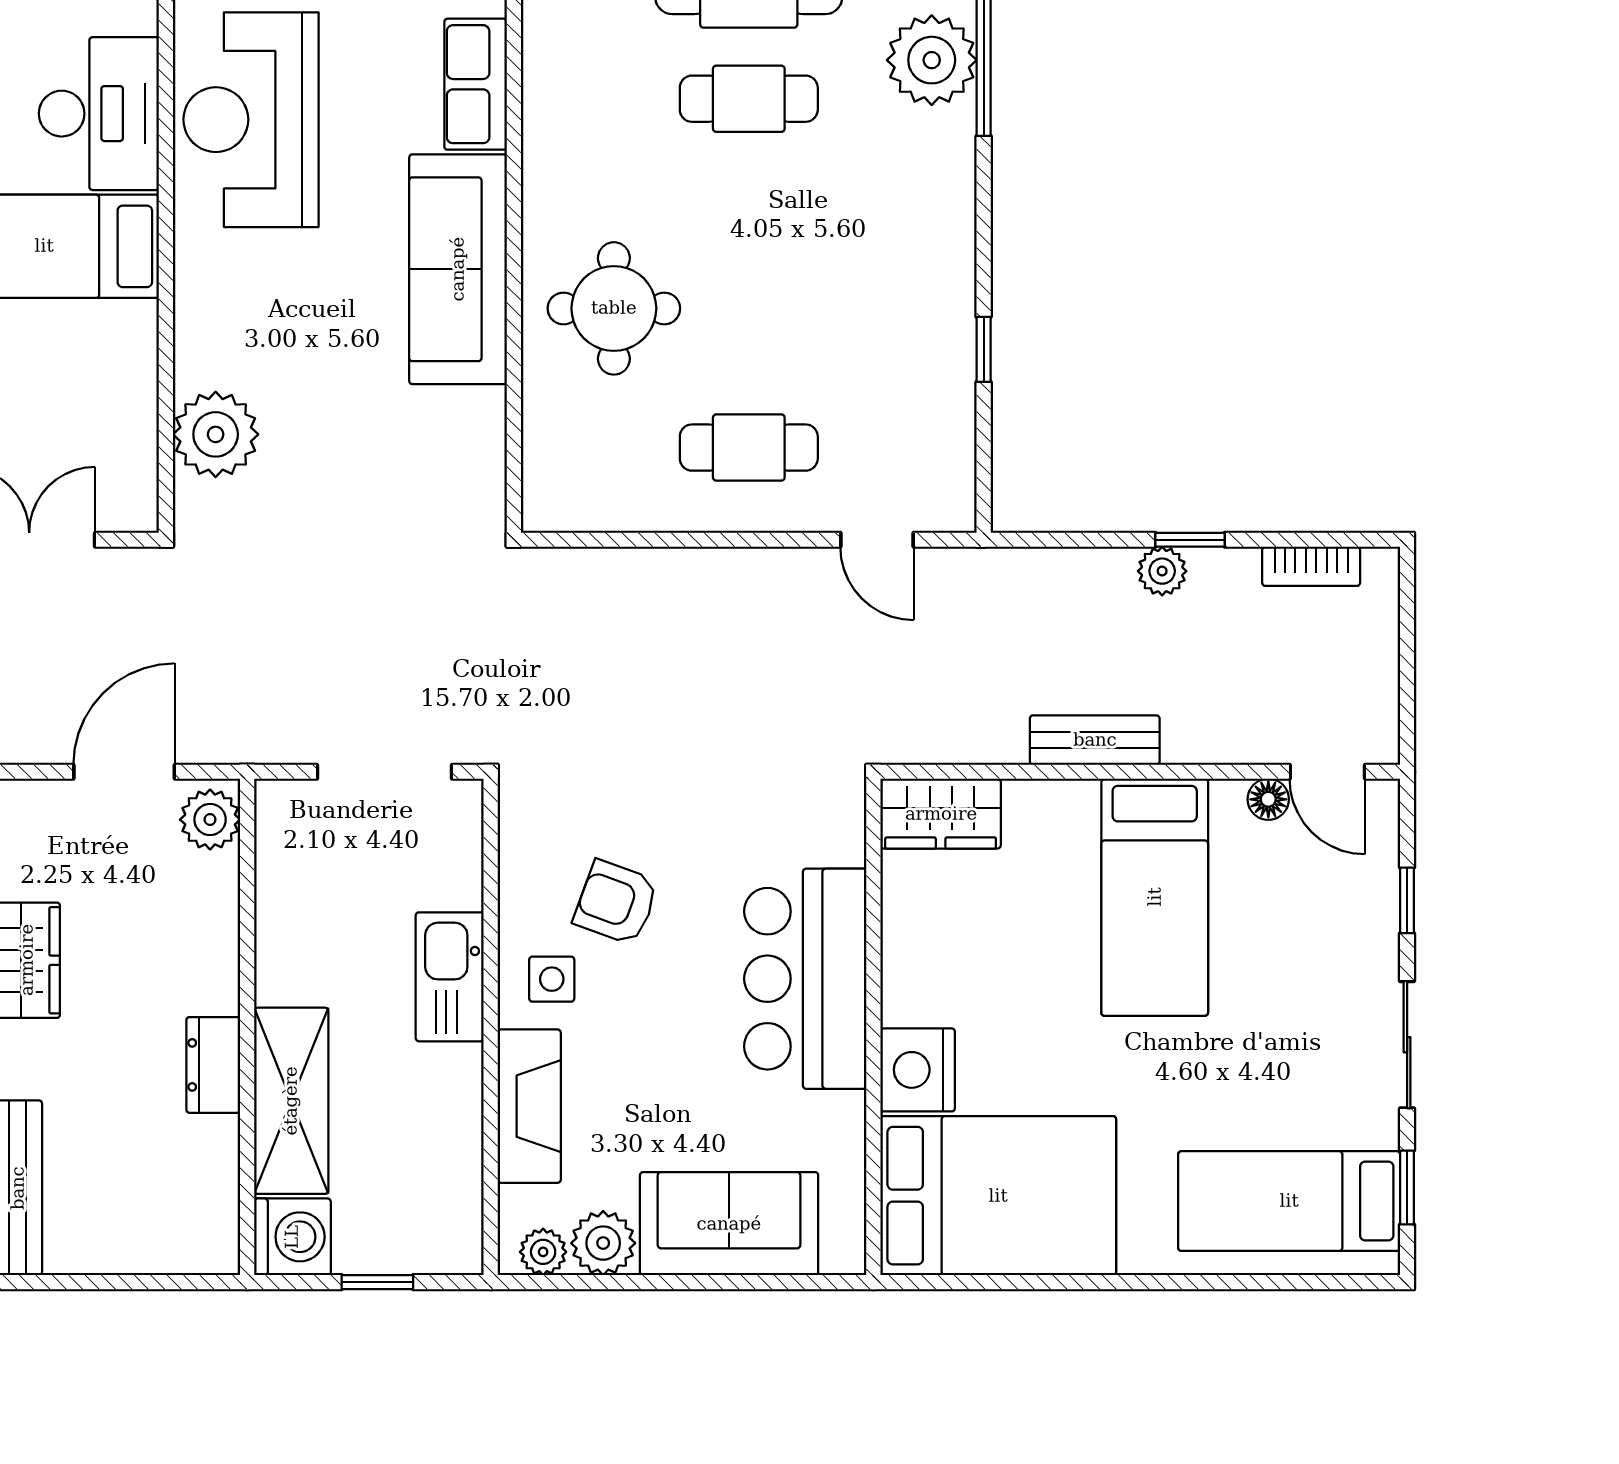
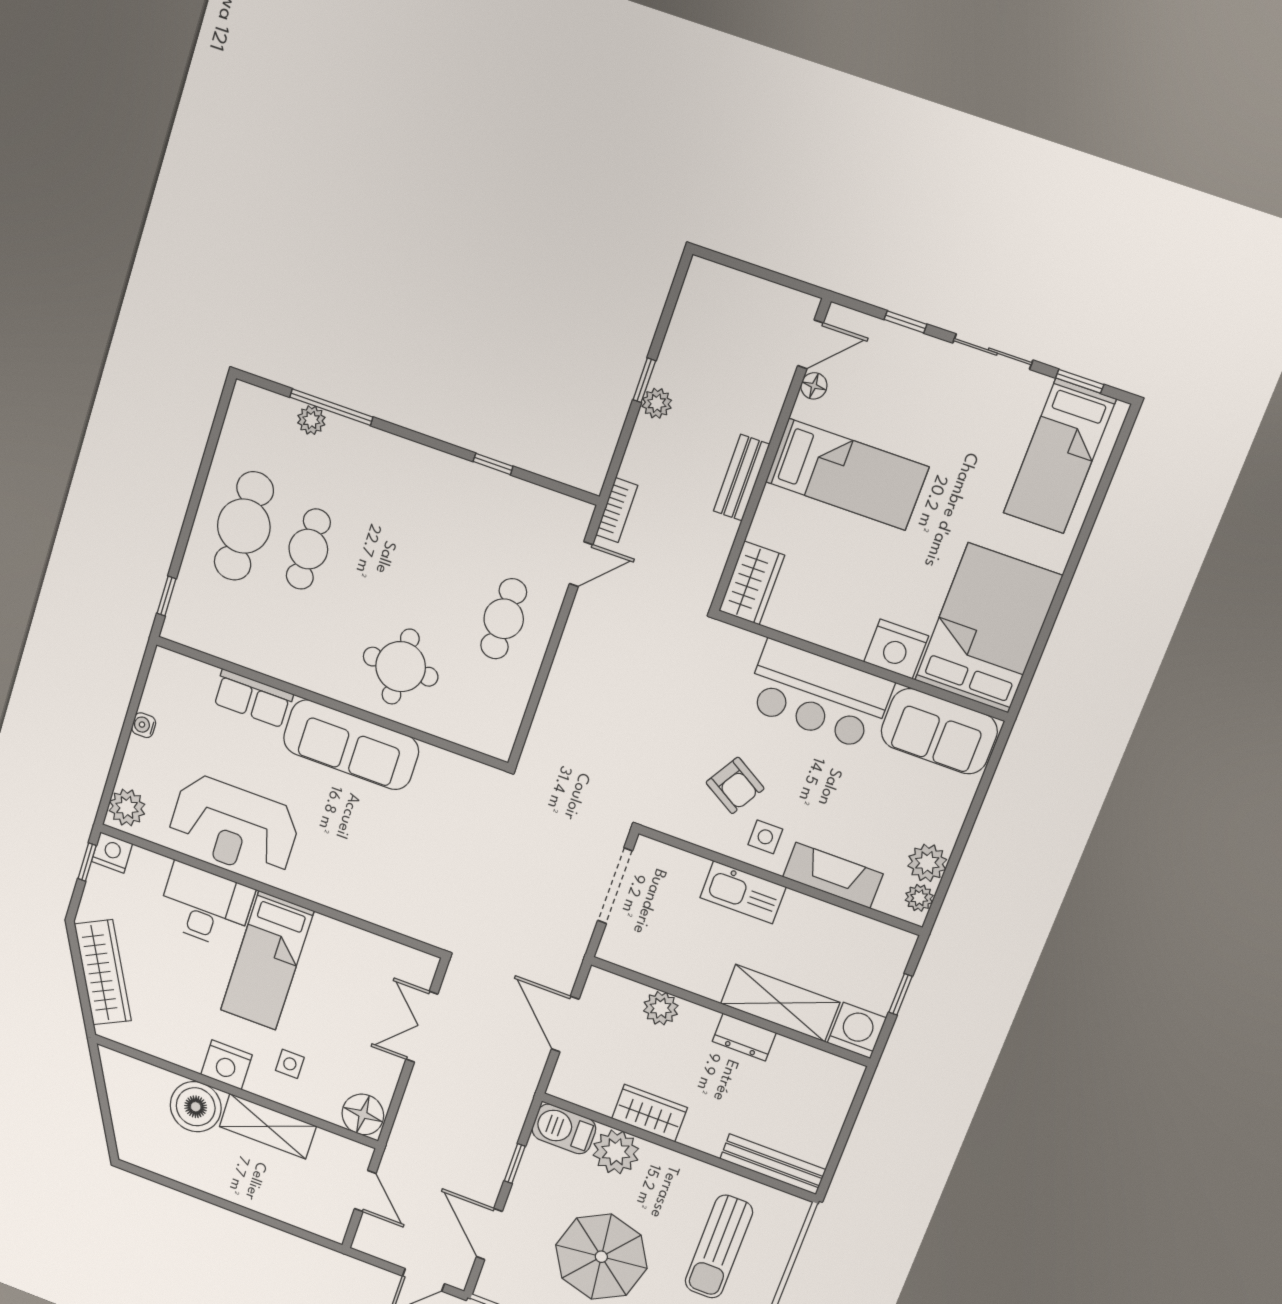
plant: (932, 60) -> (311, 420), width x0.53, depth x0.53
plant: (216, 434) -> (398, 908), removed
bookcase: (1311, 566) -> (617, 510), moved
plant: (210, 820) -> (661, 1008), moved
armchair: (616, 902) -> (735, 785), turned -79
sofa: (729, 1224) -> (939, 731), moved, turned -90

